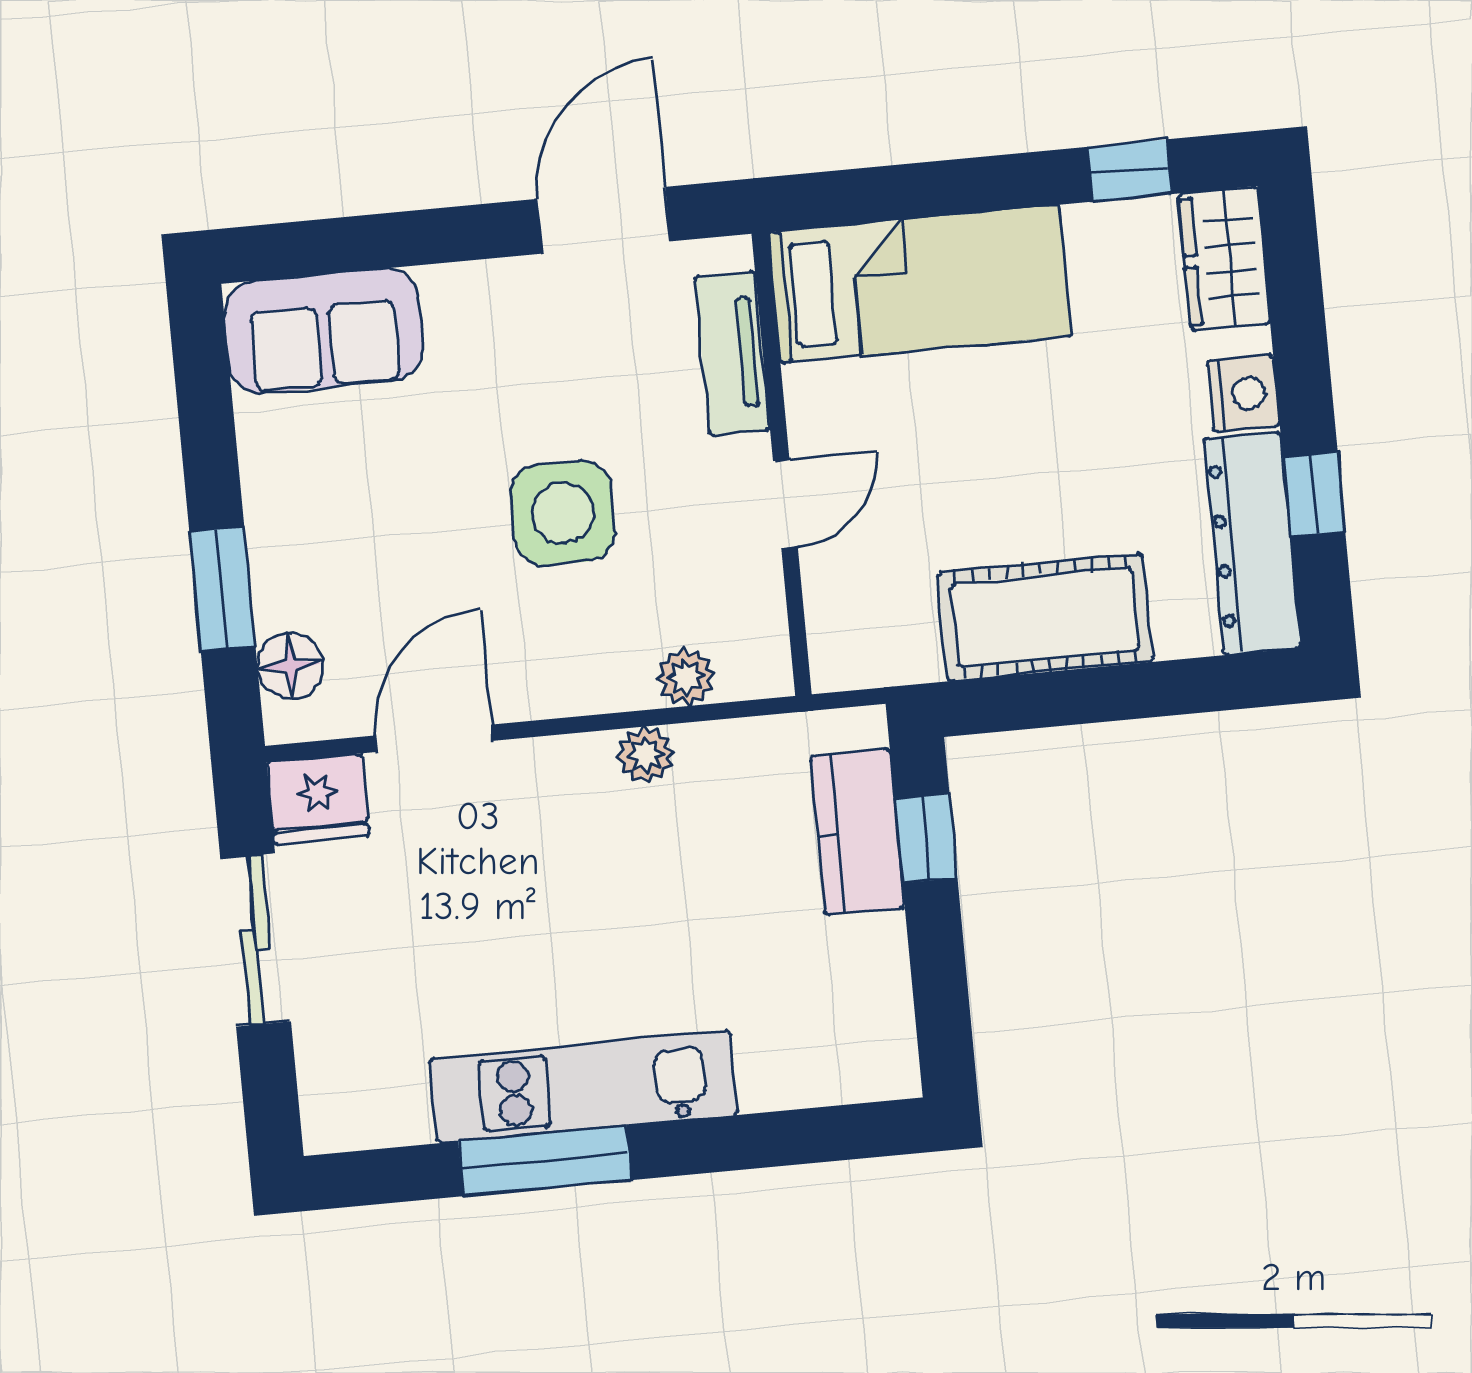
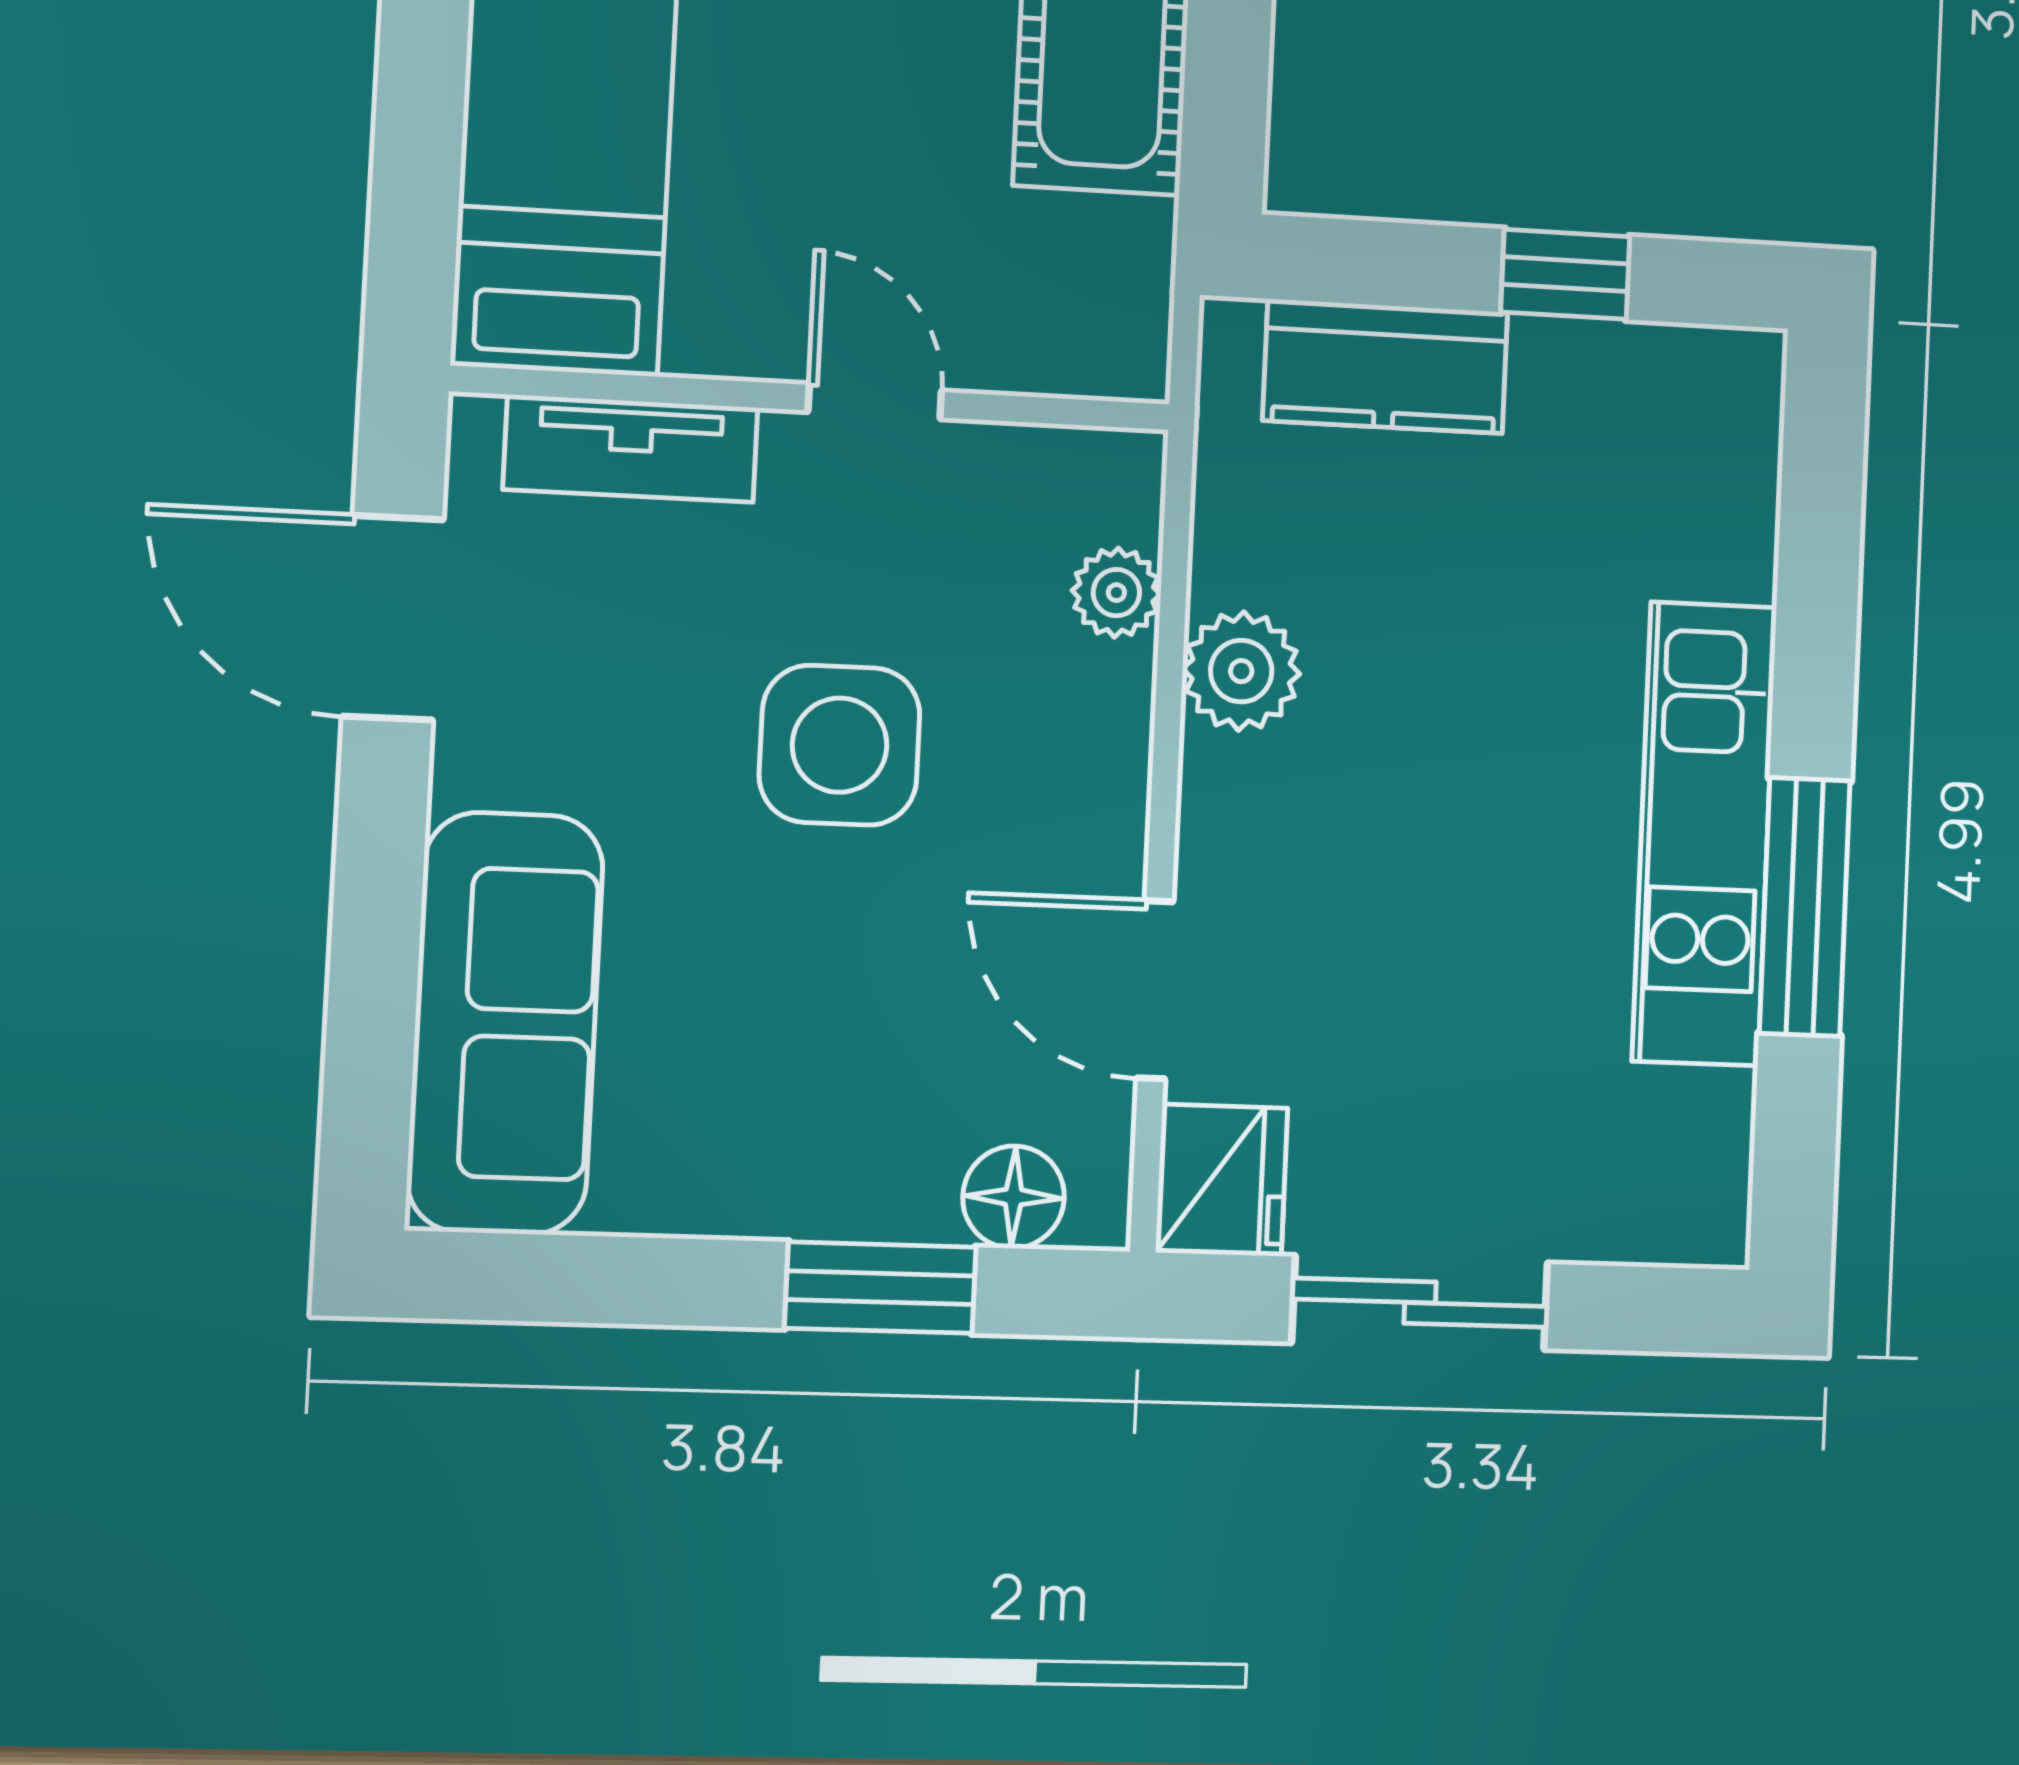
sofa: (324, 331) -> (505, 1023), width x1.36
plant: (646, 755) -> (1241, 671), width x1.38, depth x1.38
window: (926, 838) -> (1565, 274), moved

